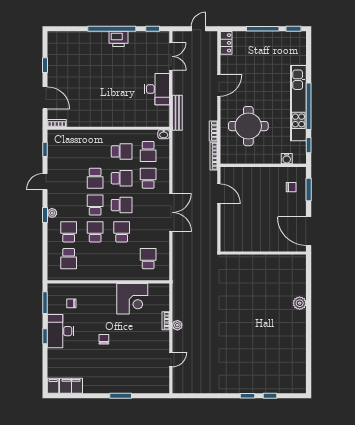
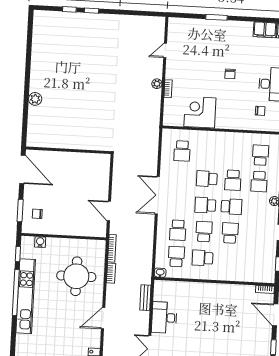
bench: (177, 113) -> (145, 298), width x0.73
school desk: (122, 178) -> (204, 232), turned 90
school desk: (95, 205) -> (231, 207), turned -90
school desk: (122, 232) -> (207, 179), turned 90

